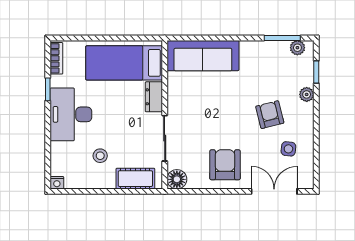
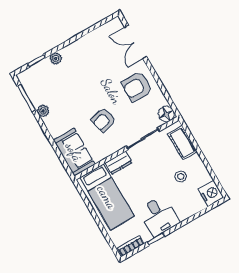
plant: (297, 48) -> (43, 111), moved
sofa: (203, 56) -> (74, 152), width x0.73
desk: (71, 114) -> (159, 216), width x0.73
armchair: (270, 115) -> (103, 120), moved
side table: (288, 149) -> (101, 49), removed
nightstand: (57, 183) -> (211, 193), width x1.89, depth x1.79

